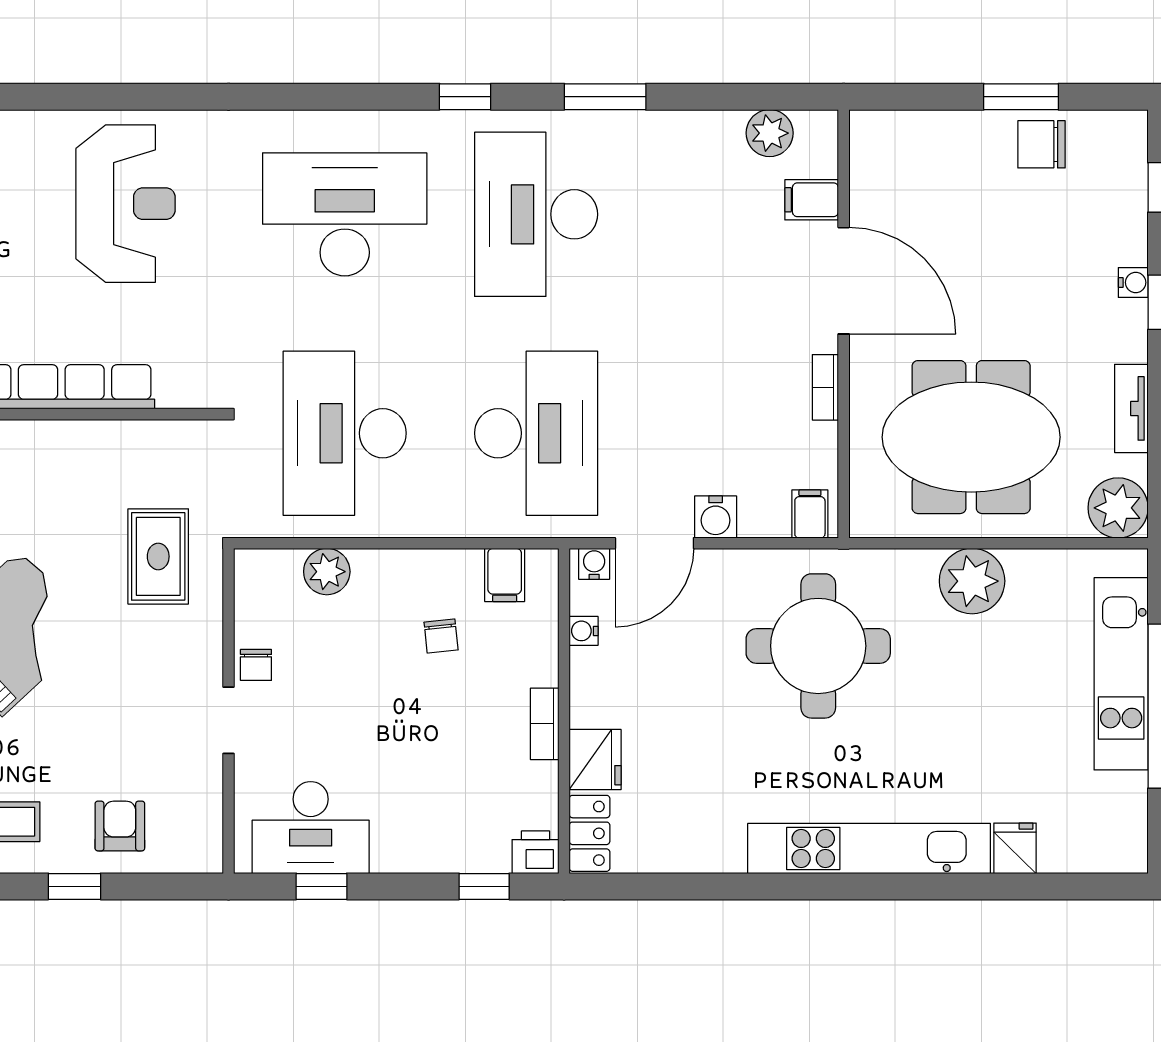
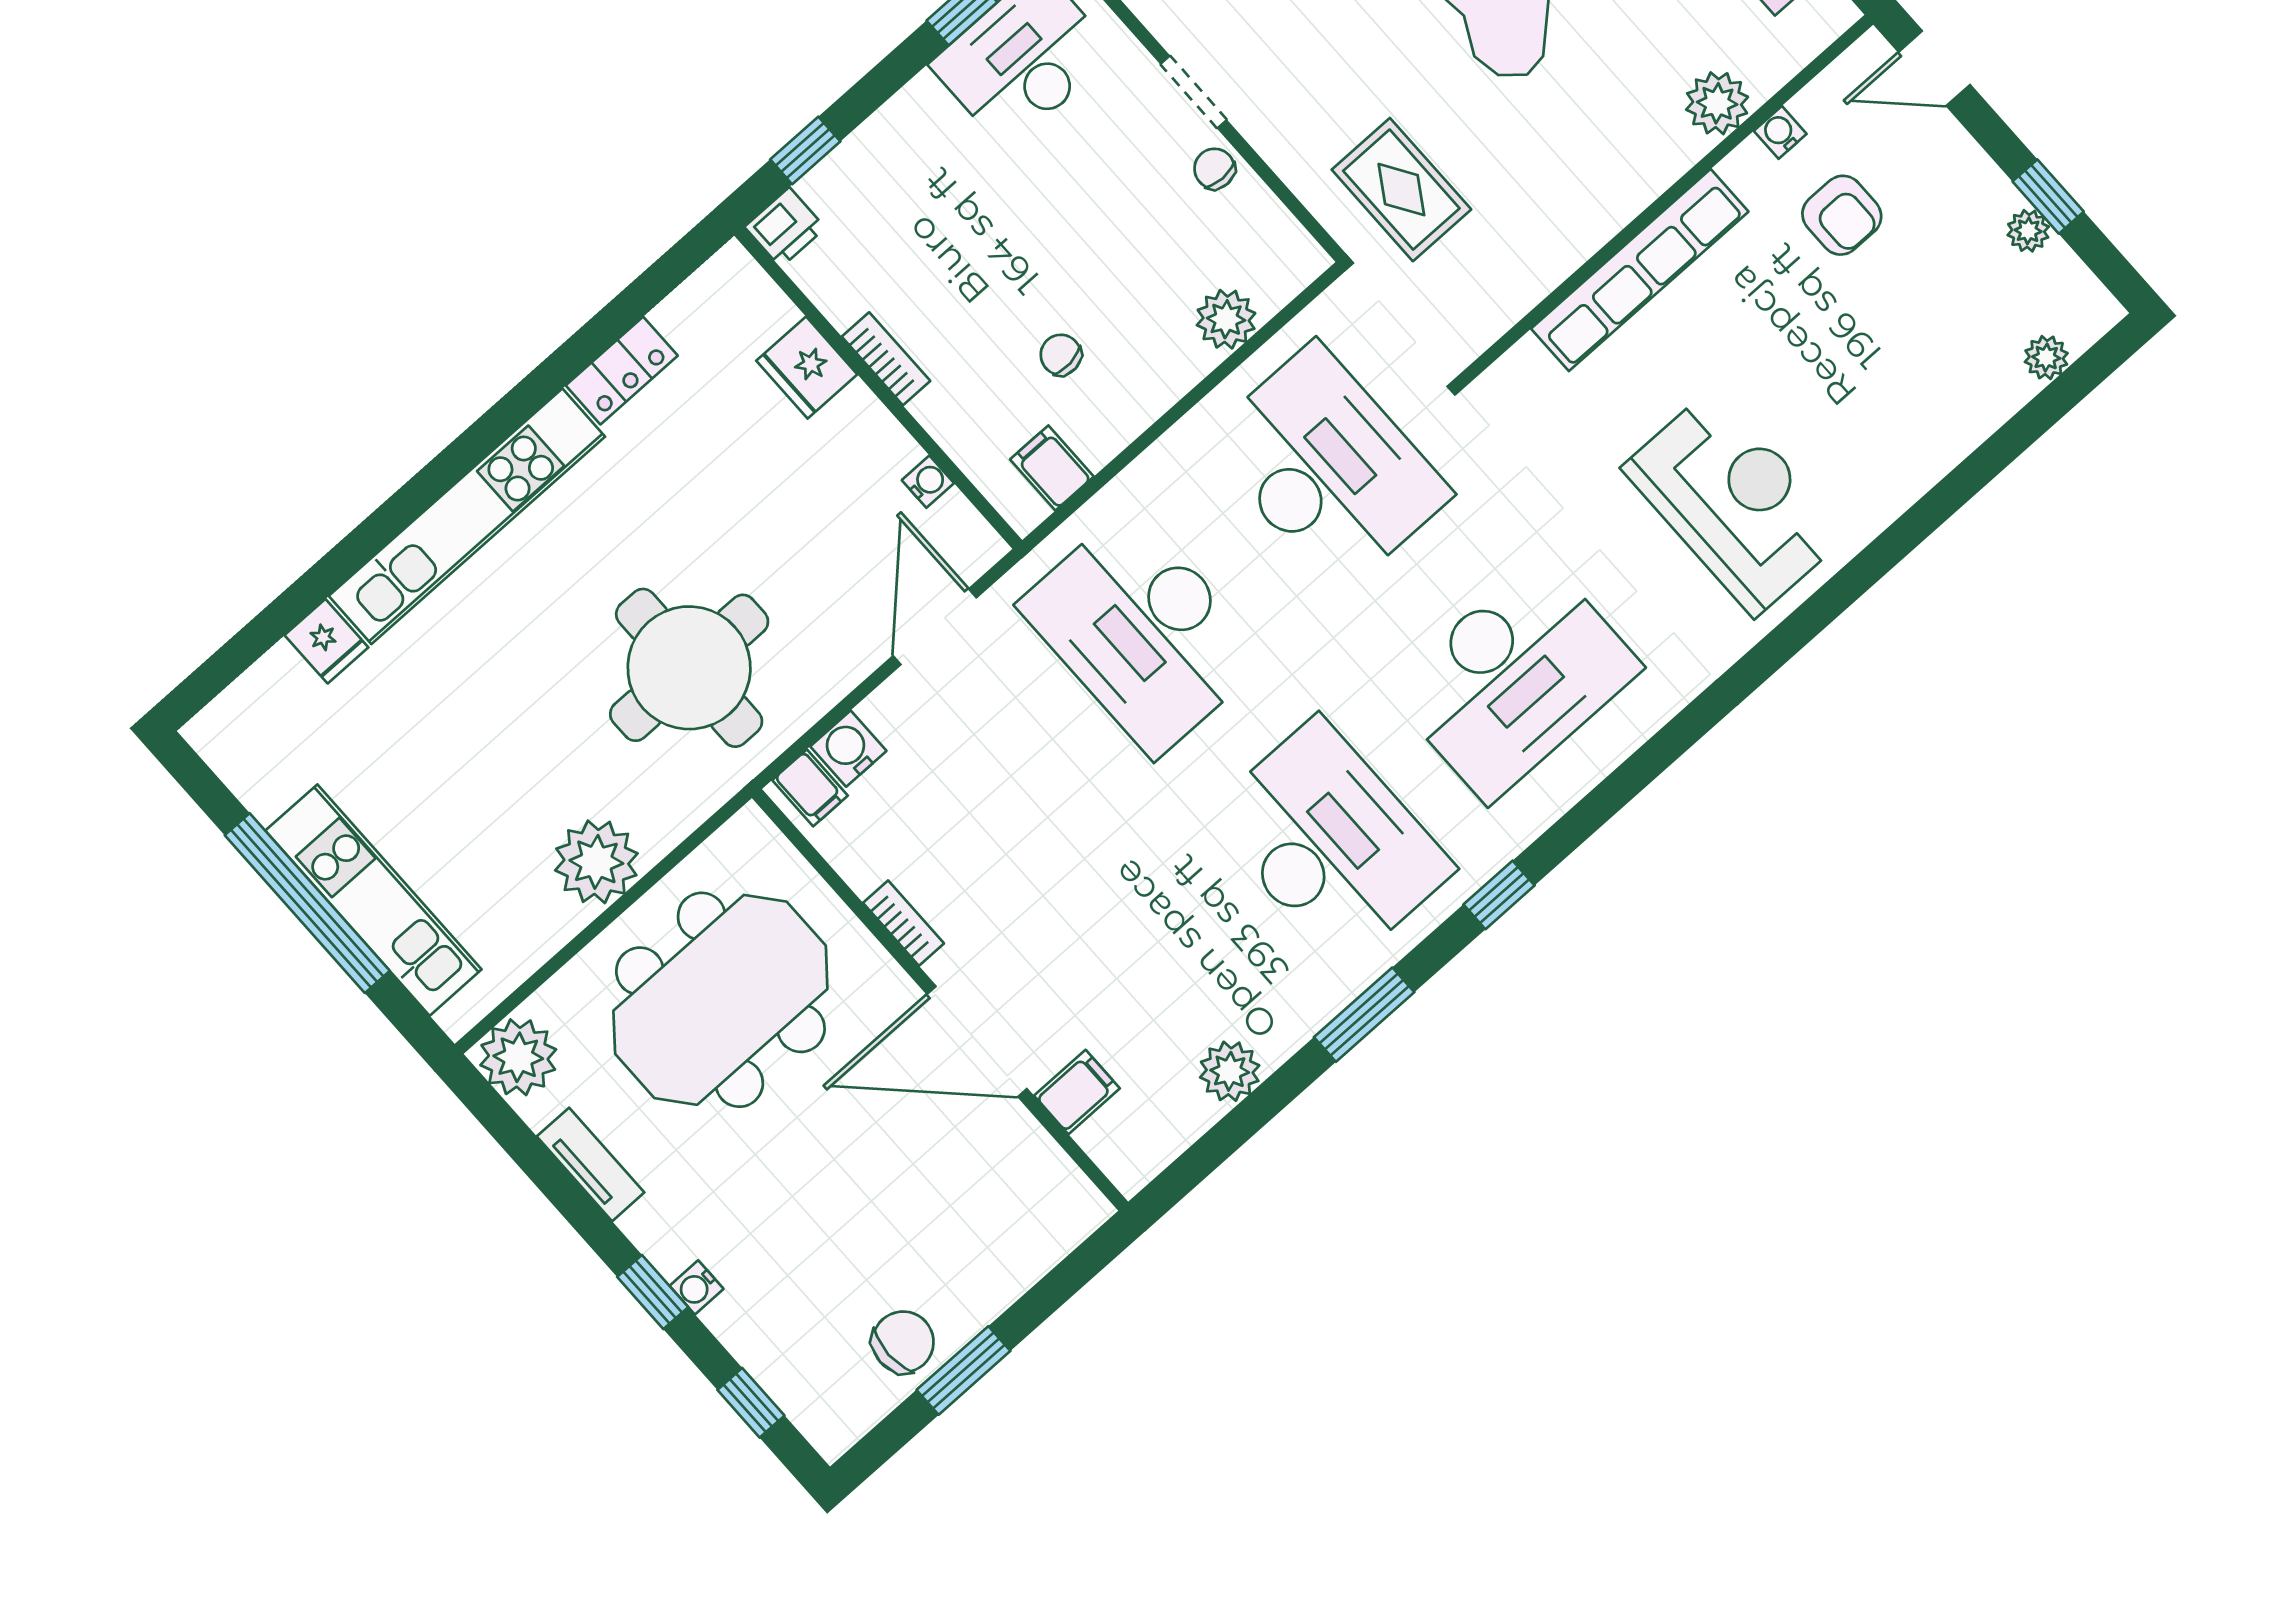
plant: (770, 133) -> (1230, 1071), moved
reception desk: (126, 204) -> (1735, 502), turned 180
water cooler: (716, 517) -> (848, 749), moved
water cooler: (594, 564) -> (975, 555), removed
locker: (590, 833) -> (622, 371), moved, turned -90

